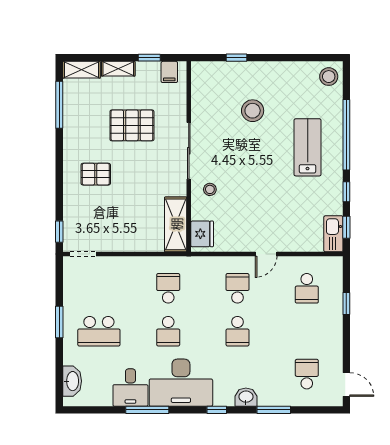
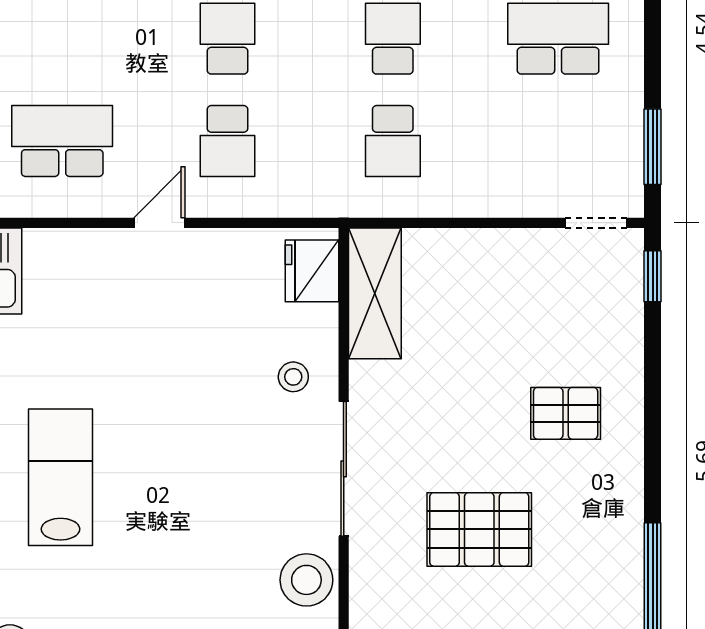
stool: (253, 111) -> (306, 580), moved
lab bench: (308, 147) -> (61, 477), turned 180
school desk: (307, 288) -> (62, 141), width x1.85
window: (59, 322) -> (653, 147), moved

